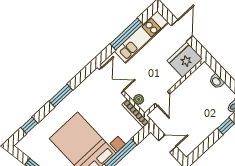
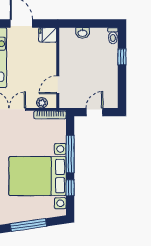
fridge: (185, 60) -> (48, 35), width x0.53, depth x0.75
door: (162, 99) -> (58, 85), swing flipped

